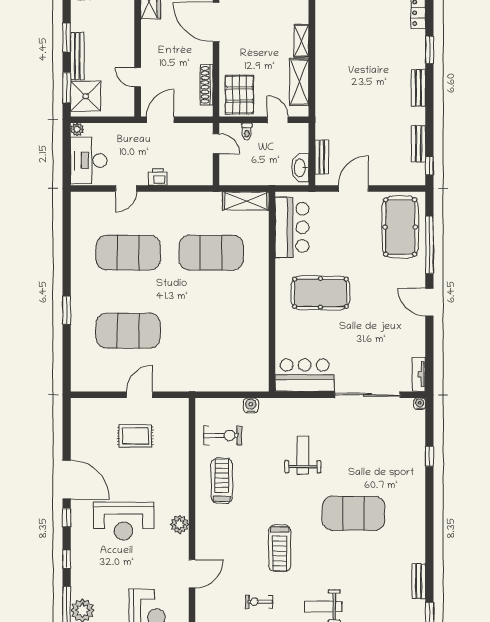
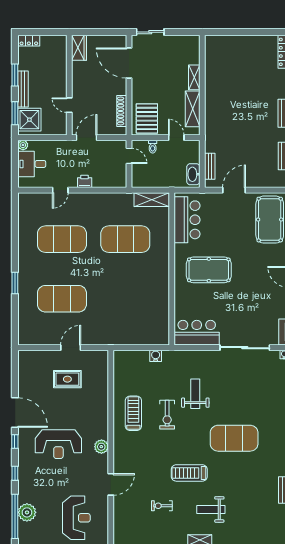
desk: (89, 160) -> (32, 164), width x0.73
exercise bike: (223, 436) -> (167, 415), moved, turned 90
treadmill: (280, 548) -> (189, 473), moved, turned 90

